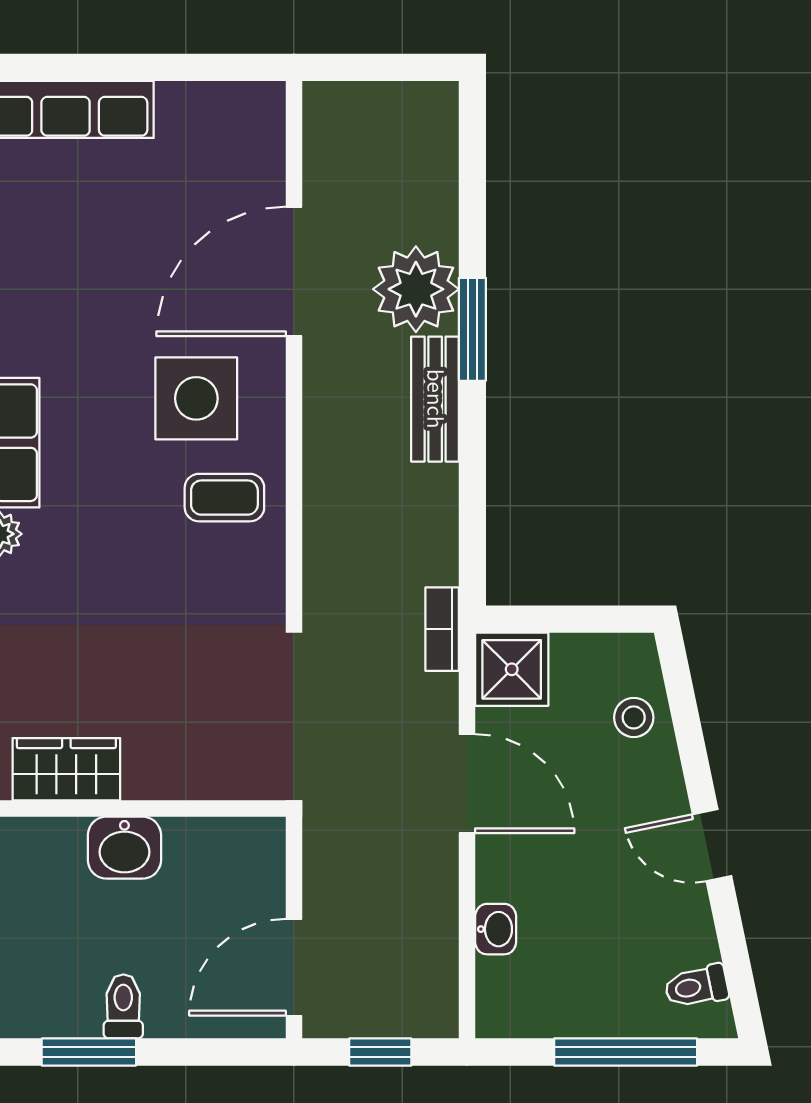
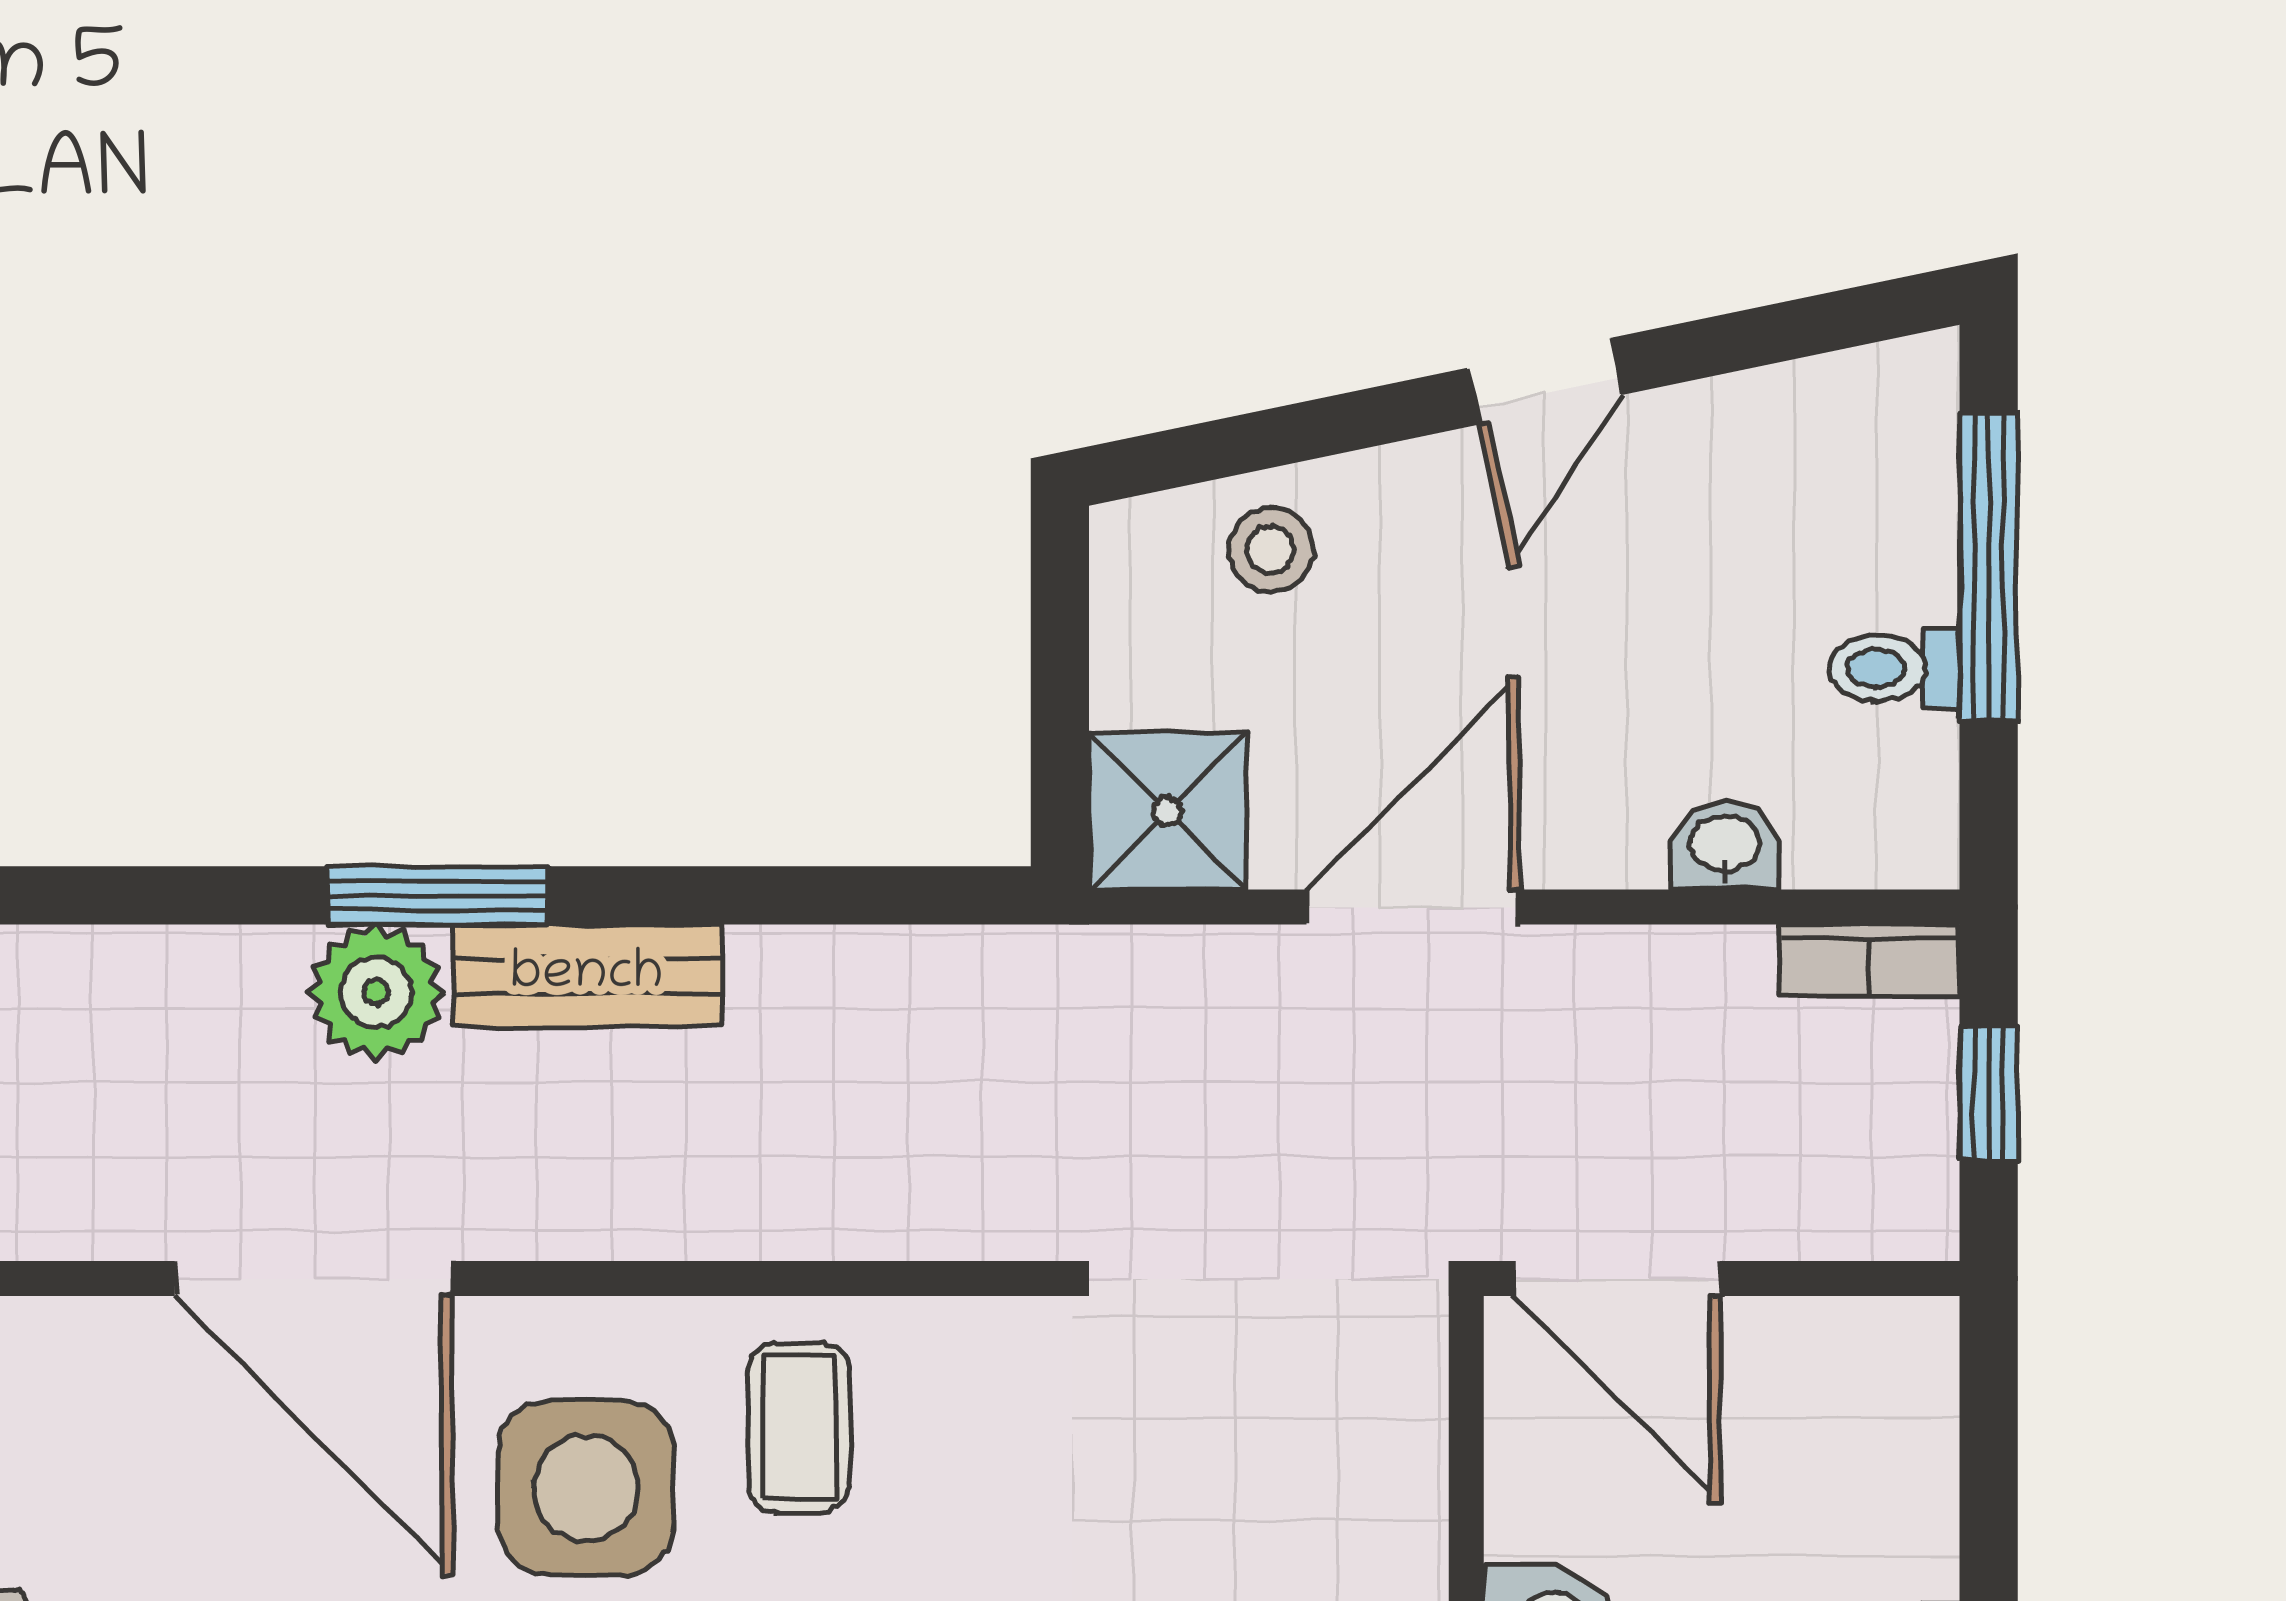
plant: (416, 289) -> (376, 992), width x0.73, depth x0.73
bookcase: (442, 629) -> (1869, 960), moved
door: (294, 967) -> (1617, 1279), moved
toilet: (696, 986) -> (1894, 668), moved, turned 102

